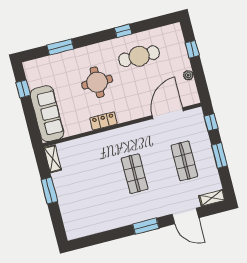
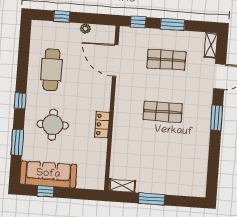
window: (123, 31) -> (20, 101), moved
round table: (97, 82) -> (53, 125), moved
sofa: (47, 114) -> (48, 174), moved

